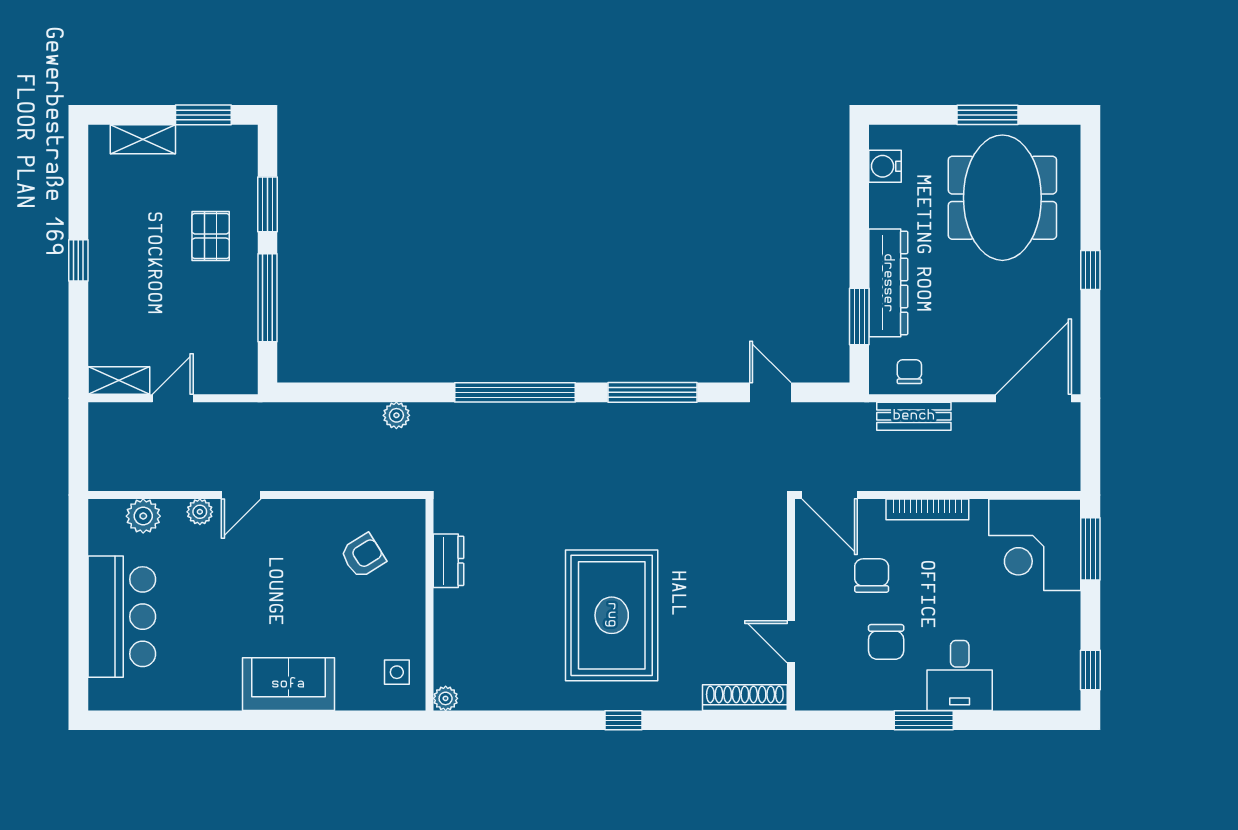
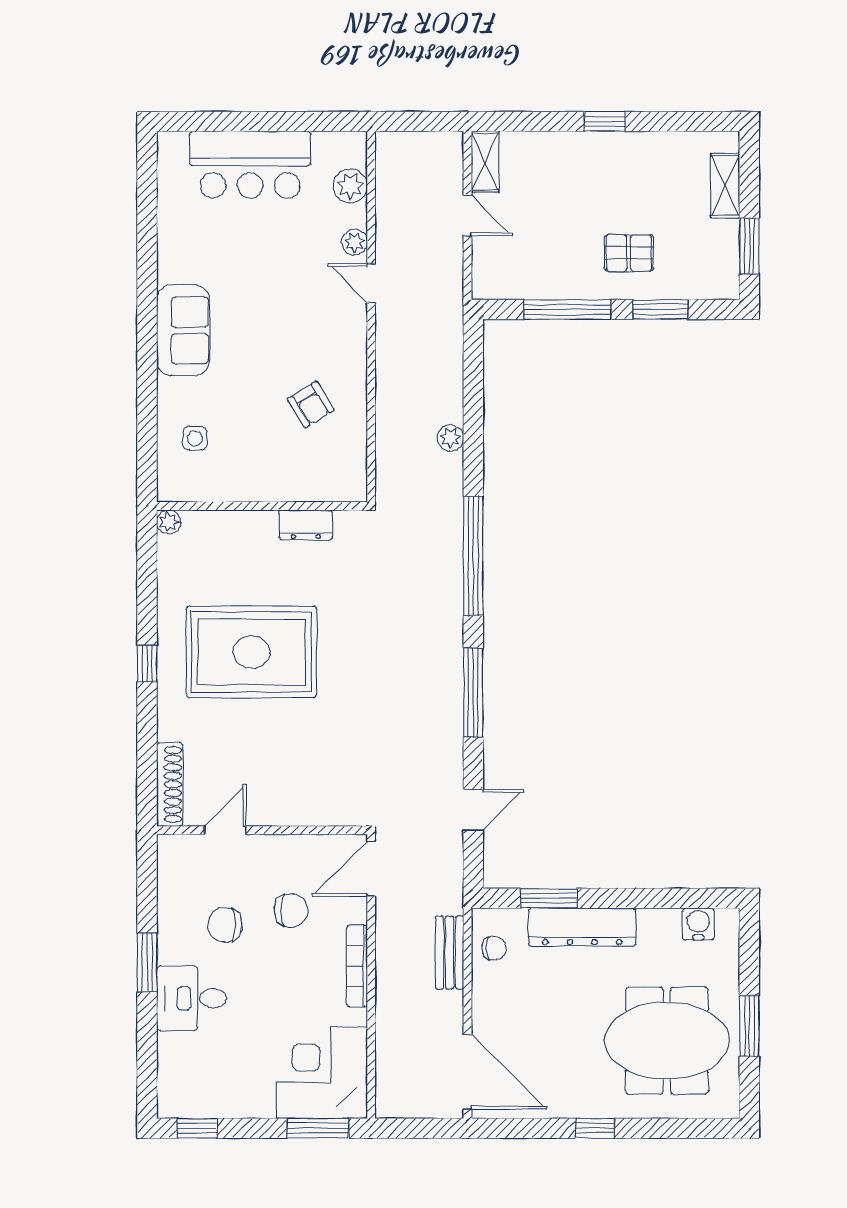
dresser: (448, 561) -> (306, 525), moved
wall: (429, 605) -> (262, 506), moved
plant: (446, 698) -> (169, 522), moved

